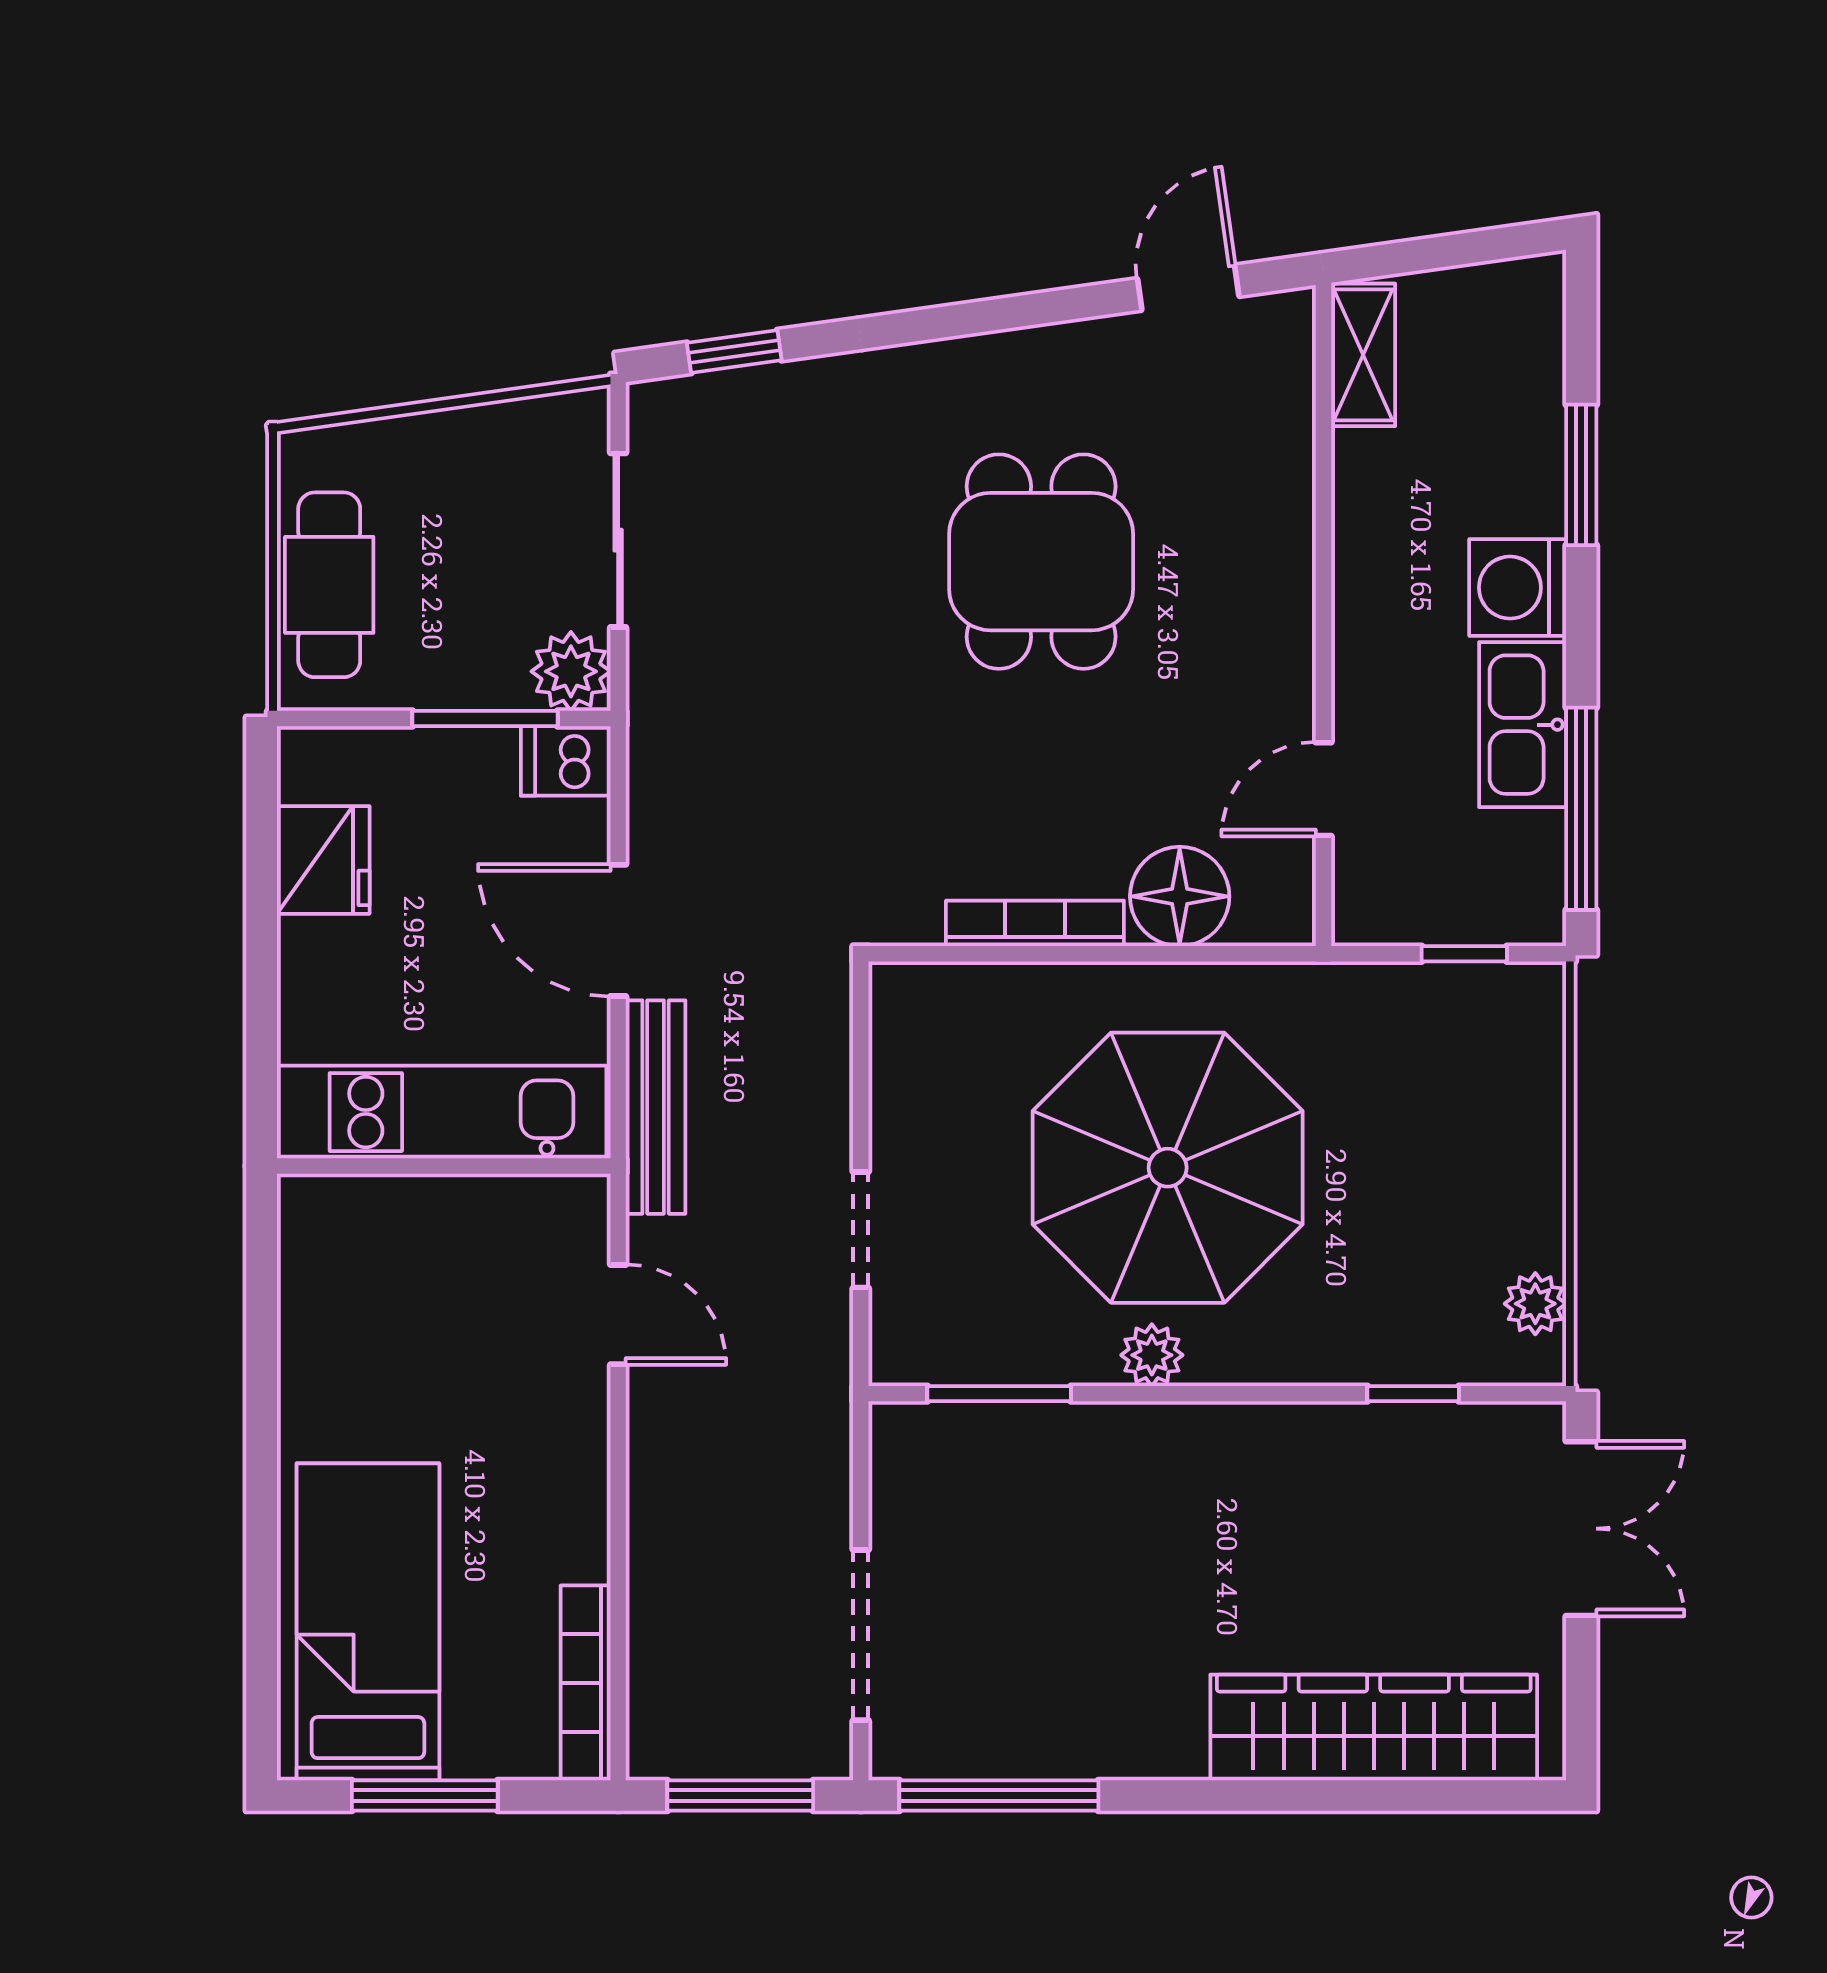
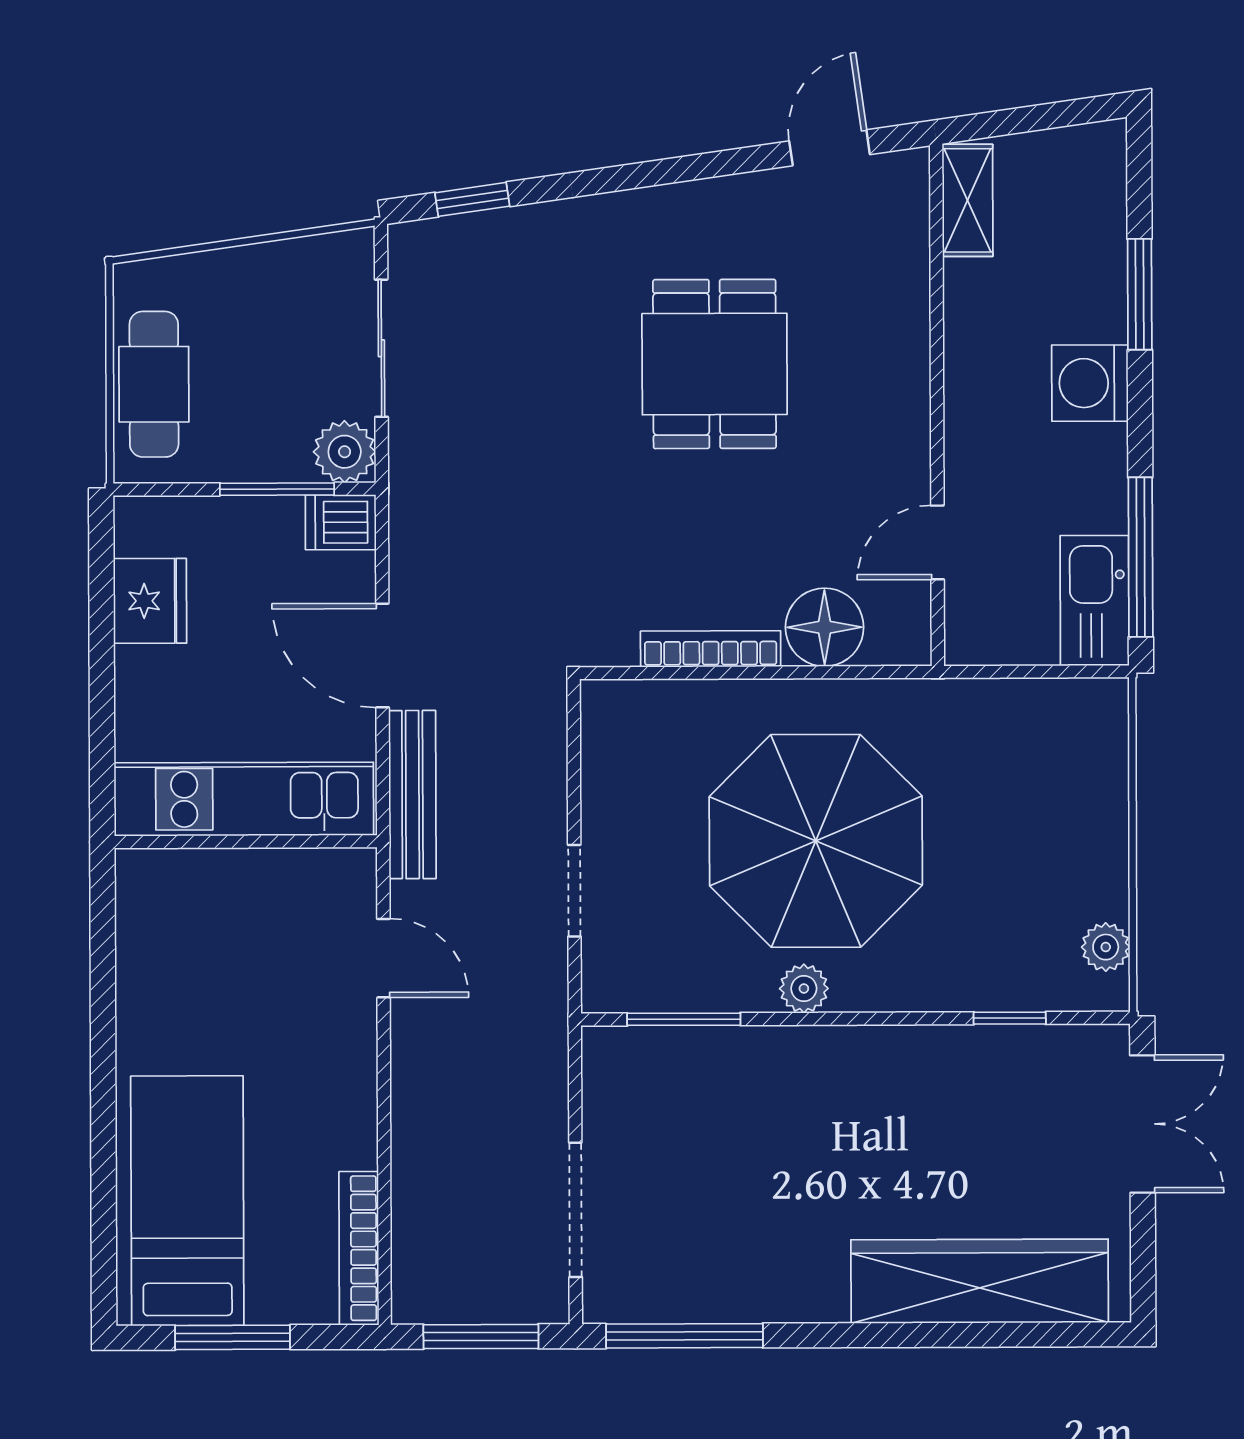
kitchen sink: (1523, 725) -> (1095, 600), moved
window: (1464, 954) -> (1049, 672), removed

